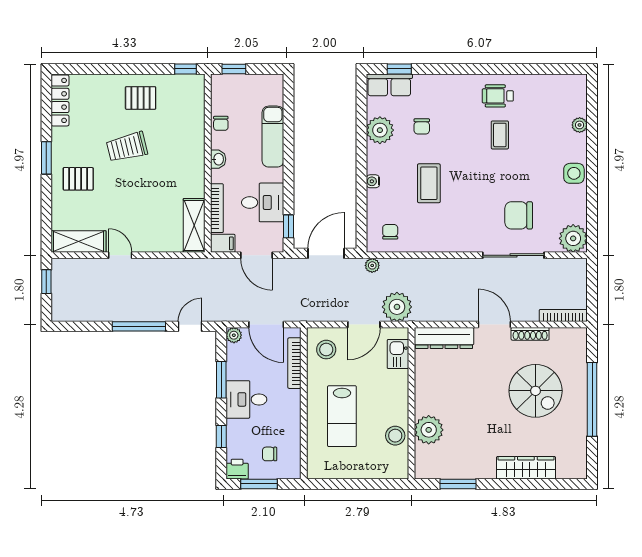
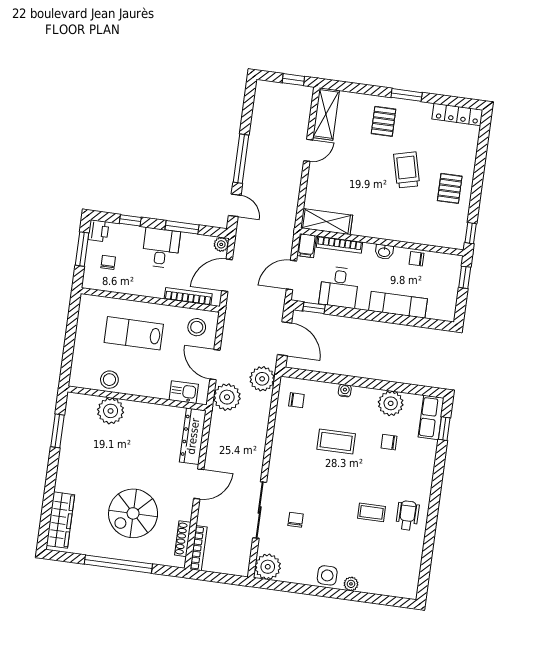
plant: (580, 125) -> (351, 584), moved
chair: (519, 215) -> (296, 520), width x0.54, depth x0.54
plant: (372, 265) -> (262, 379), width x1.87, depth x1.87
shoe rack: (530, 334) -> (183, 539), moved
wardrobe: (526, 468) -> (60, 520), moved

